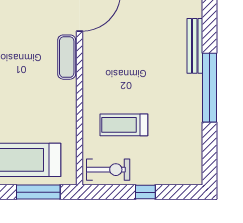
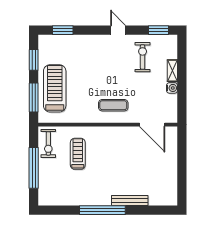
exercise mat: (67, 57) -> (113, 105), moved
window: (145, 192) -> (34, 168), width x3.17

